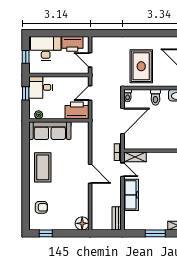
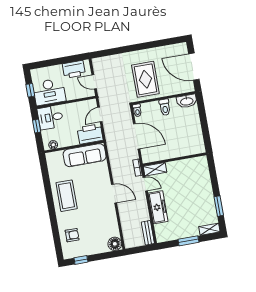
desk: (46, 48) -> (49, 92), moved, turned 180
door: (122, 121) -> (137, 136), hinge flipped
sofa: (50, 131) -> (85, 155), moved

